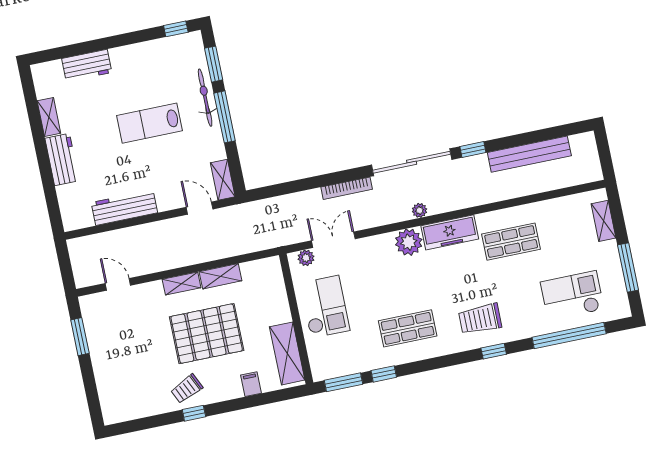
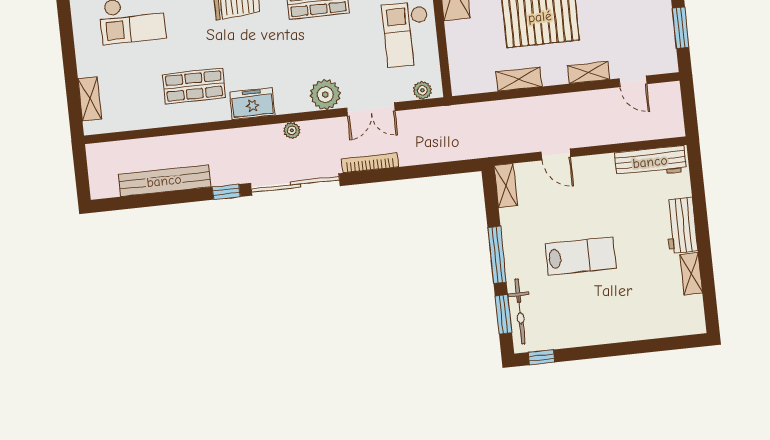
workbench: (87, 66) -> (644, 326), removed
bicycle: (205, 98) -> (520, 311), moved
workbench: (124, 208) -> (650, 162), moved
door: (200, 208) -> (556, 154), moved
freezer: (450, 232) -> (252, 104), width x0.71
double door: (333, 240) -> (371, 109), moved
plant: (409, 242) -> (325, 95), moved
window: (628, 267) -> (68, 45), removed
shelving: (182, 283) -> (588, 73), moved

